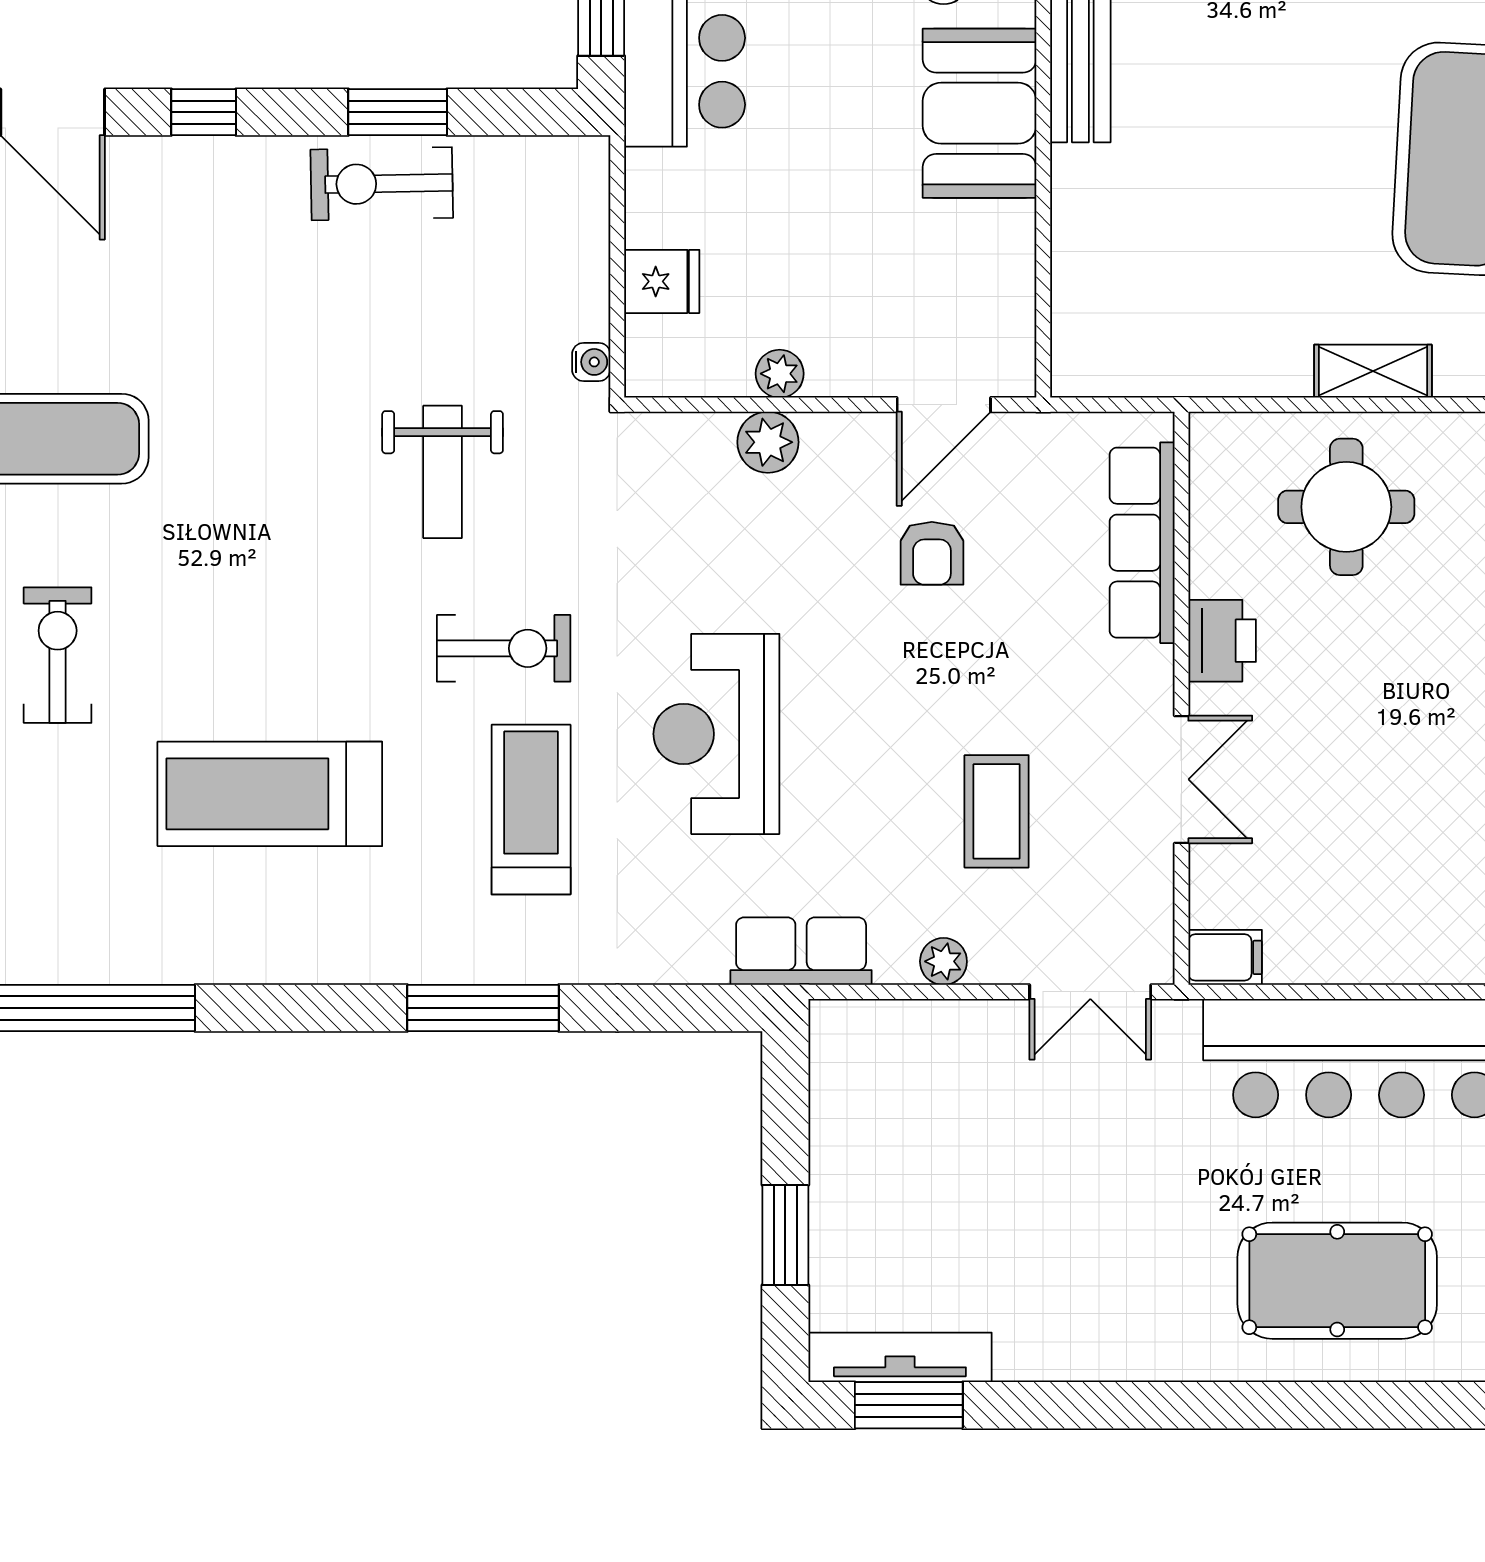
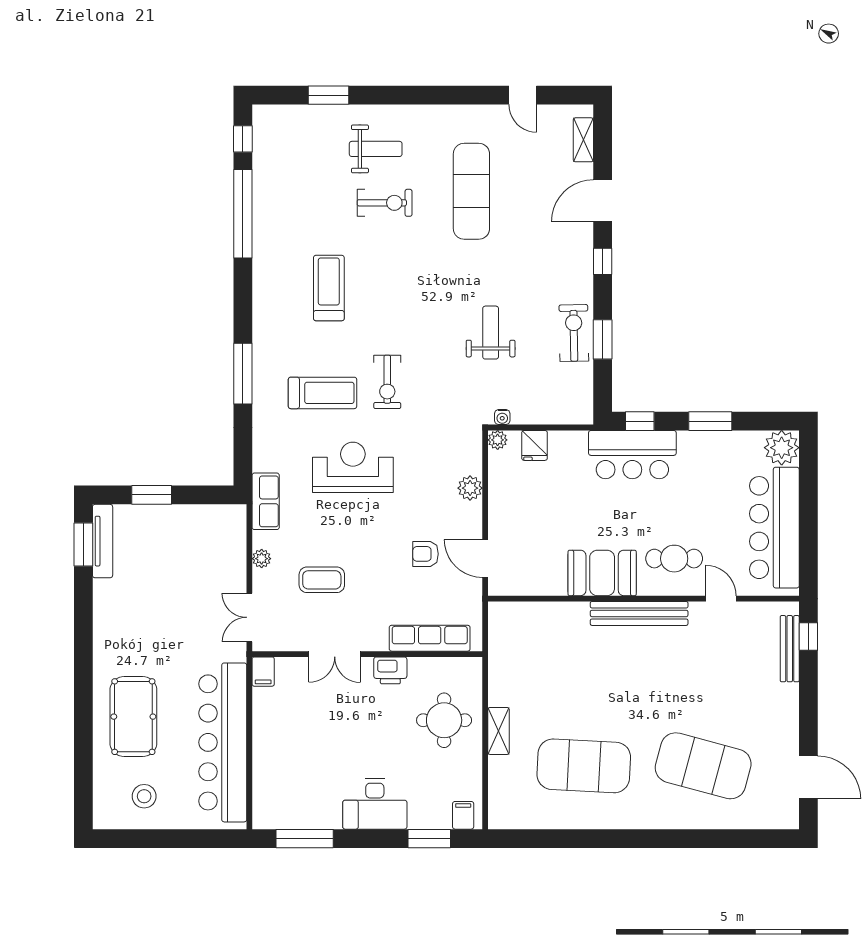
plant: (780, 374) -> (498, 440), moved
weight bench: (443, 472) -> (491, 333), moved, turned 90
treadmill: (270, 794) -> (329, 288), width x0.73, depth x0.73

